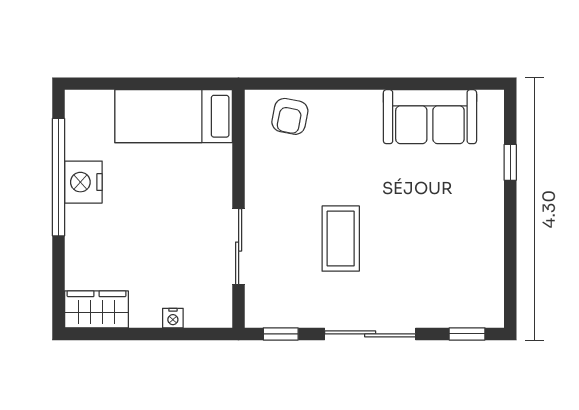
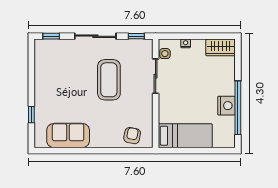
coffee table: (341, 239) -> (109, 80), width x1.36, depth x1.32
side table: (218, 296) -> (165, 54), added

